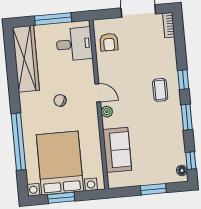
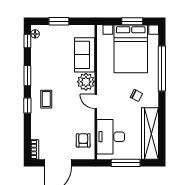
desk: (74, 44) -> (111, 137), width x1.37
chair: (60, 100) -> (136, 95), moved
plant: (107, 112) -> (86, 82), width x1.88, depth x1.88

